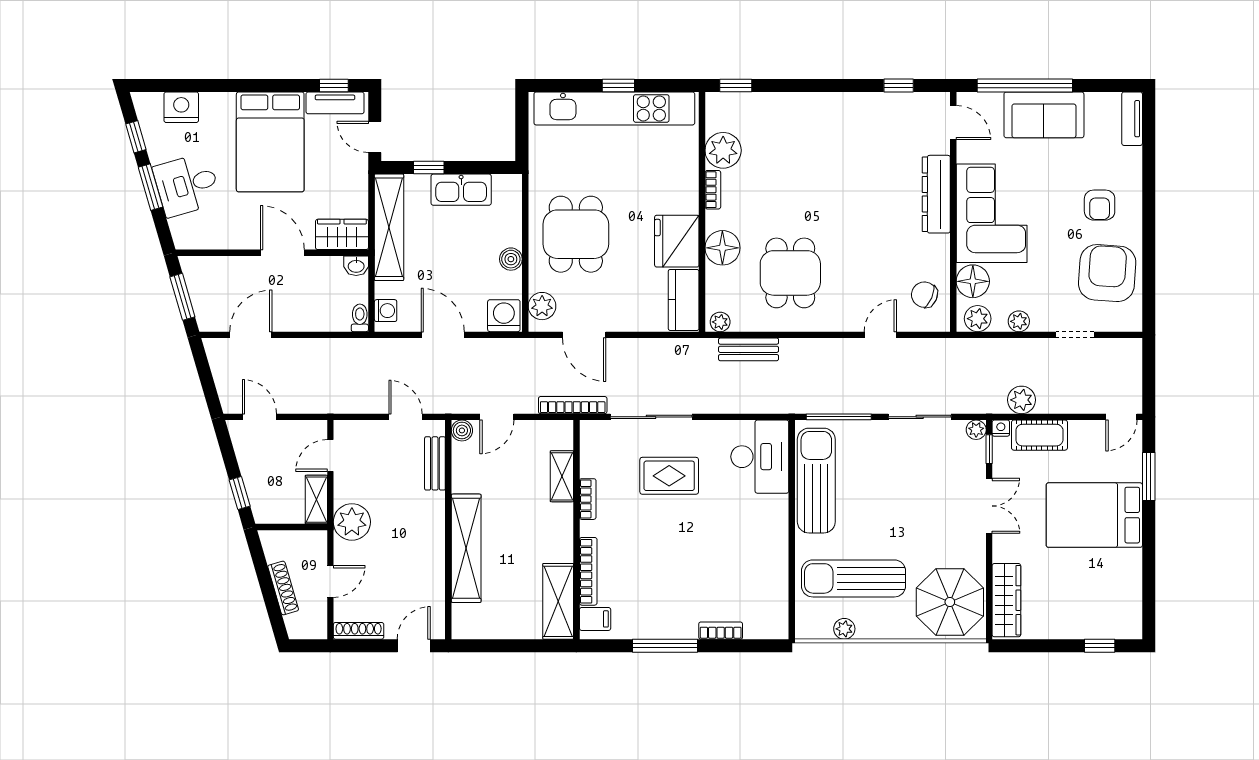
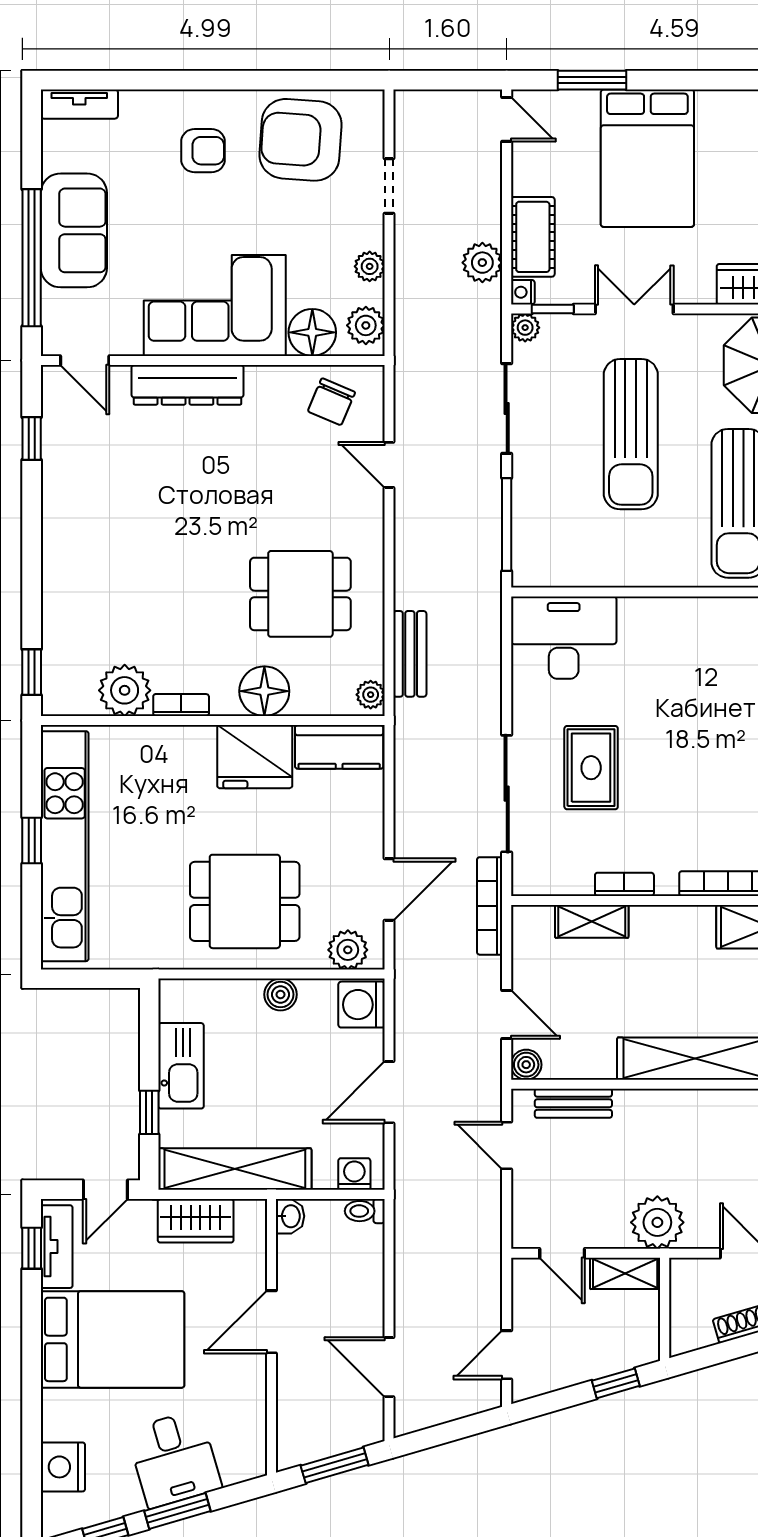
door: (953, 123) -> (85, 360), swing flipped
wardrobe: (342, 234) -> (196, 1221), moved, turned -90
door: (406, 417) -> (507, 1145), hinge flipped
sun lounger: (816, 481) -> (631, 434), moved, turned -90

